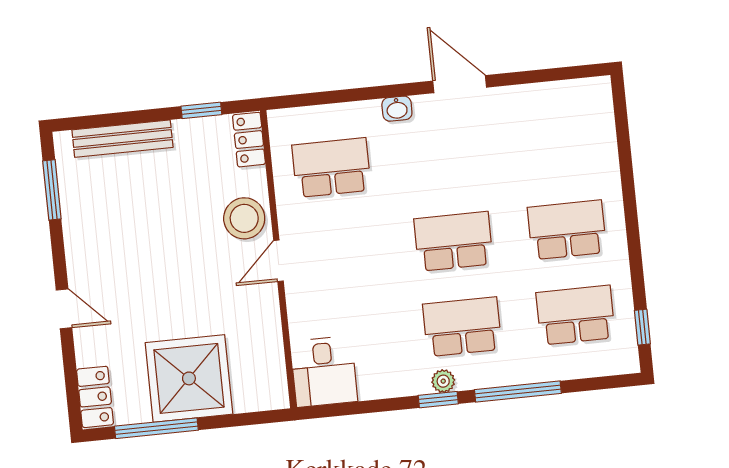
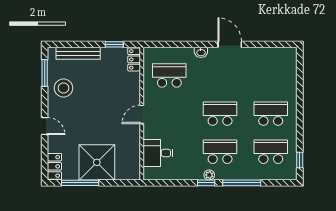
stool: (244, 218) -> (63, 88), moved
desk: (324, 371) -> (158, 153), moved, turned 90

